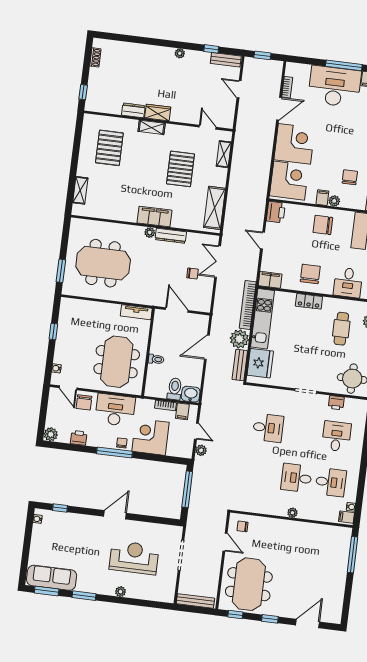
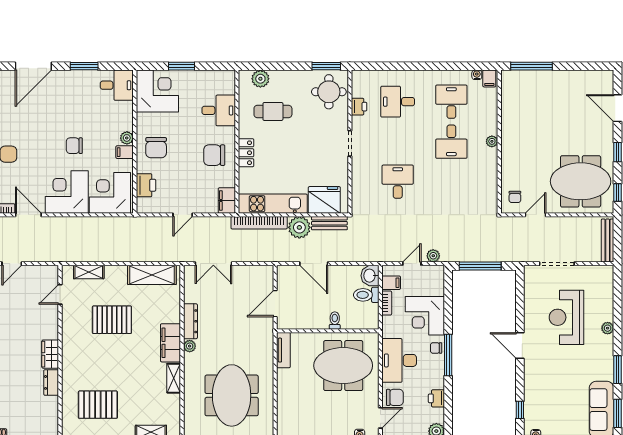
shelving: (152, 127) -> (174, 378), moved
chair: (350, 177) -> (74, 146), moved
printer: (276, 212) -> (146, 185), moved, turned 90
chair: (192, 273) -> (231, 291), removed

